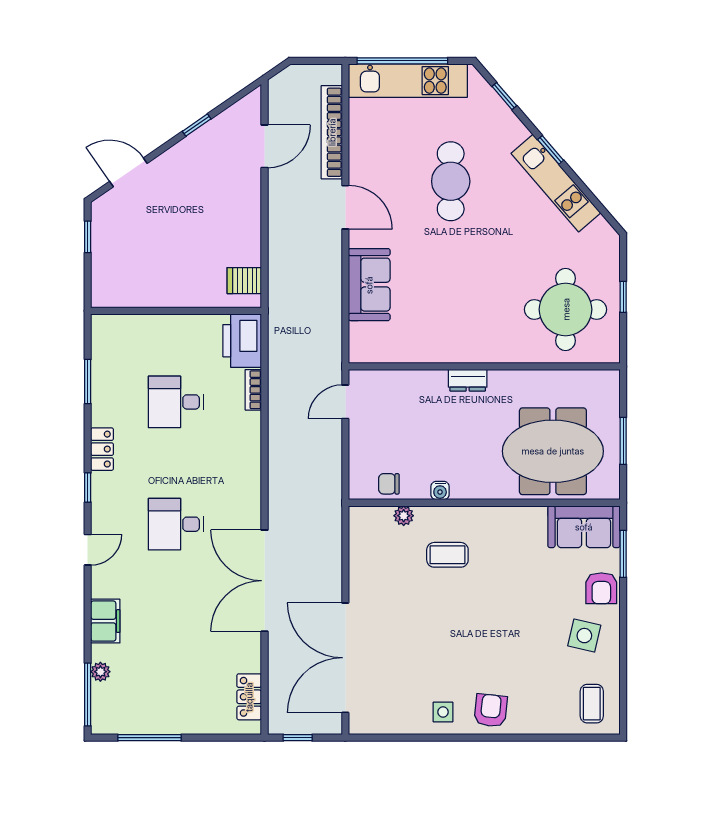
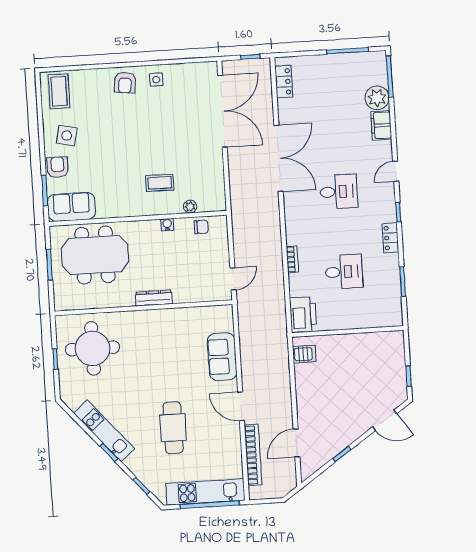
dresser: (468, 380) -> (154, 298), width x1.44
bookcase: (253, 390) -> (292, 259), moved
plant: (100, 672) -> (377, 98), width x1.88, depth x1.88
coffee table: (592, 704) -> (59, 91), width x1.36, depth x1.30

